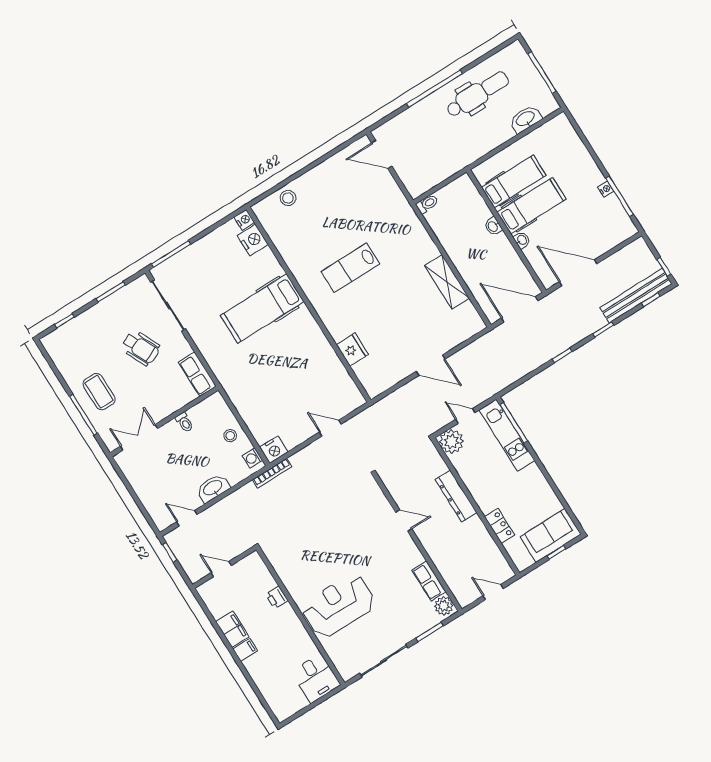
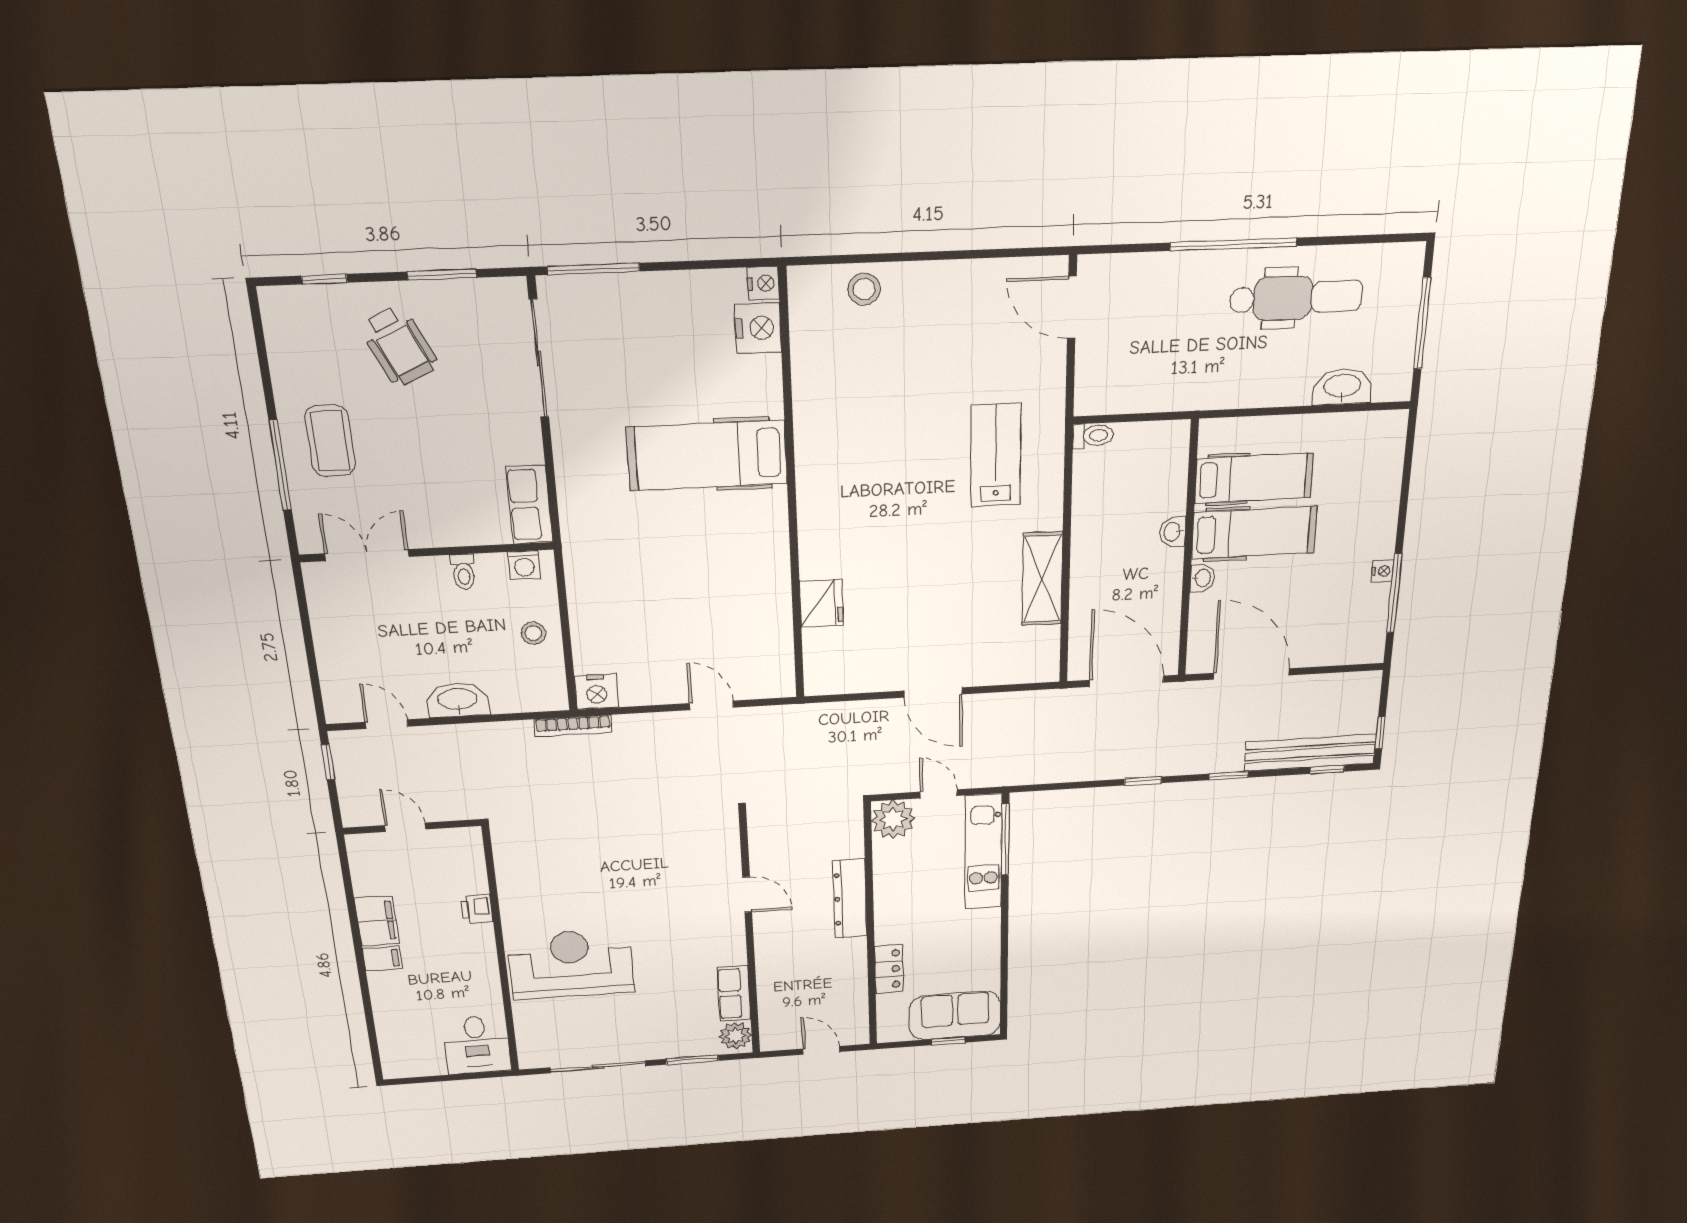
lab bench: (350, 268) -> (996, 455), moved, turned 90
wheelchair: (141, 348) -> (399, 346), moved
washing machine: (252, 458) -> (524, 565), moved, turned -90

